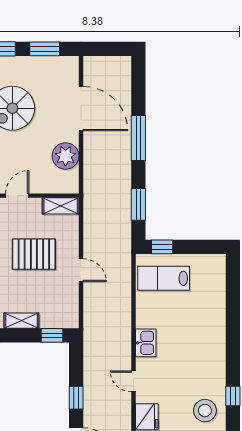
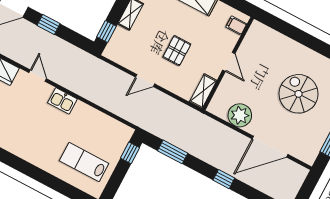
window: (138, 138) -> (224, 179), width x0.46
pallet: (34, 254) -> (177, 51), width x0.67, depth x0.71
lab bench: (164, 278) -> (84, 162), moved, turned -90
door: (133, 381) -> (38, 76), hinge flipped

